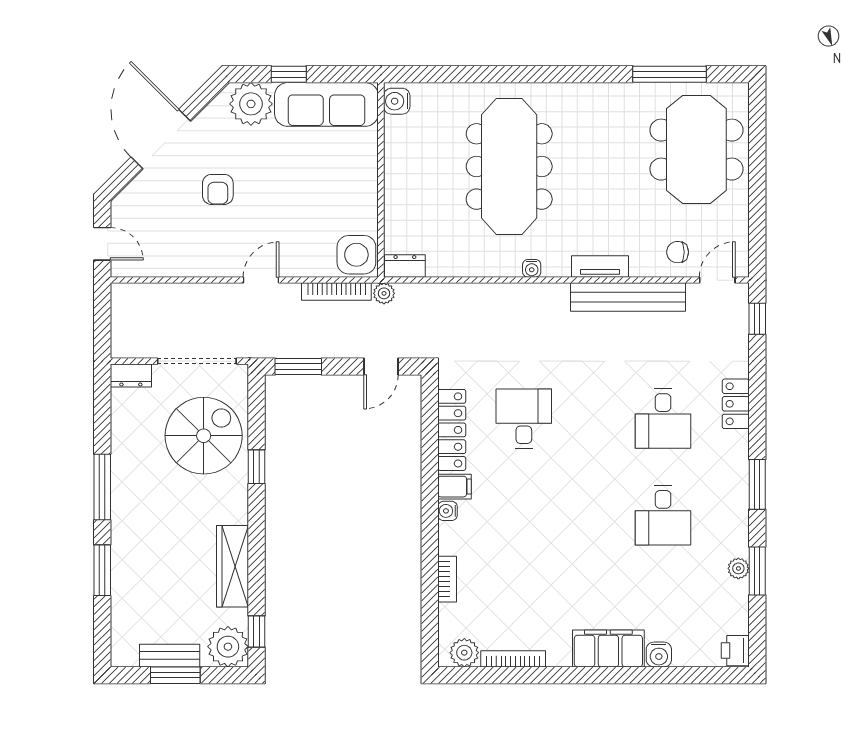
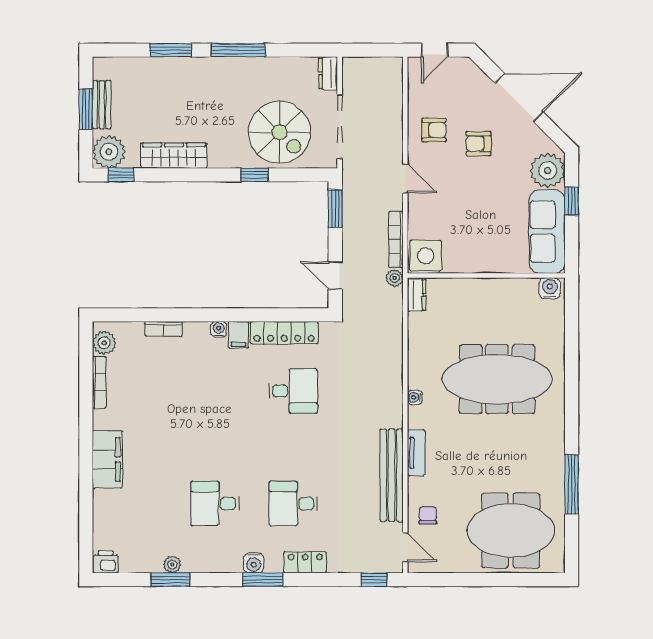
window: (670, 74) -> (572, 484), moved
armchair: (201, 245) -> (434, 130), added
window: (757, 484) -> (263, 580), moved
water cooler: (659, 655) -> (254, 563), moved, turned -90

